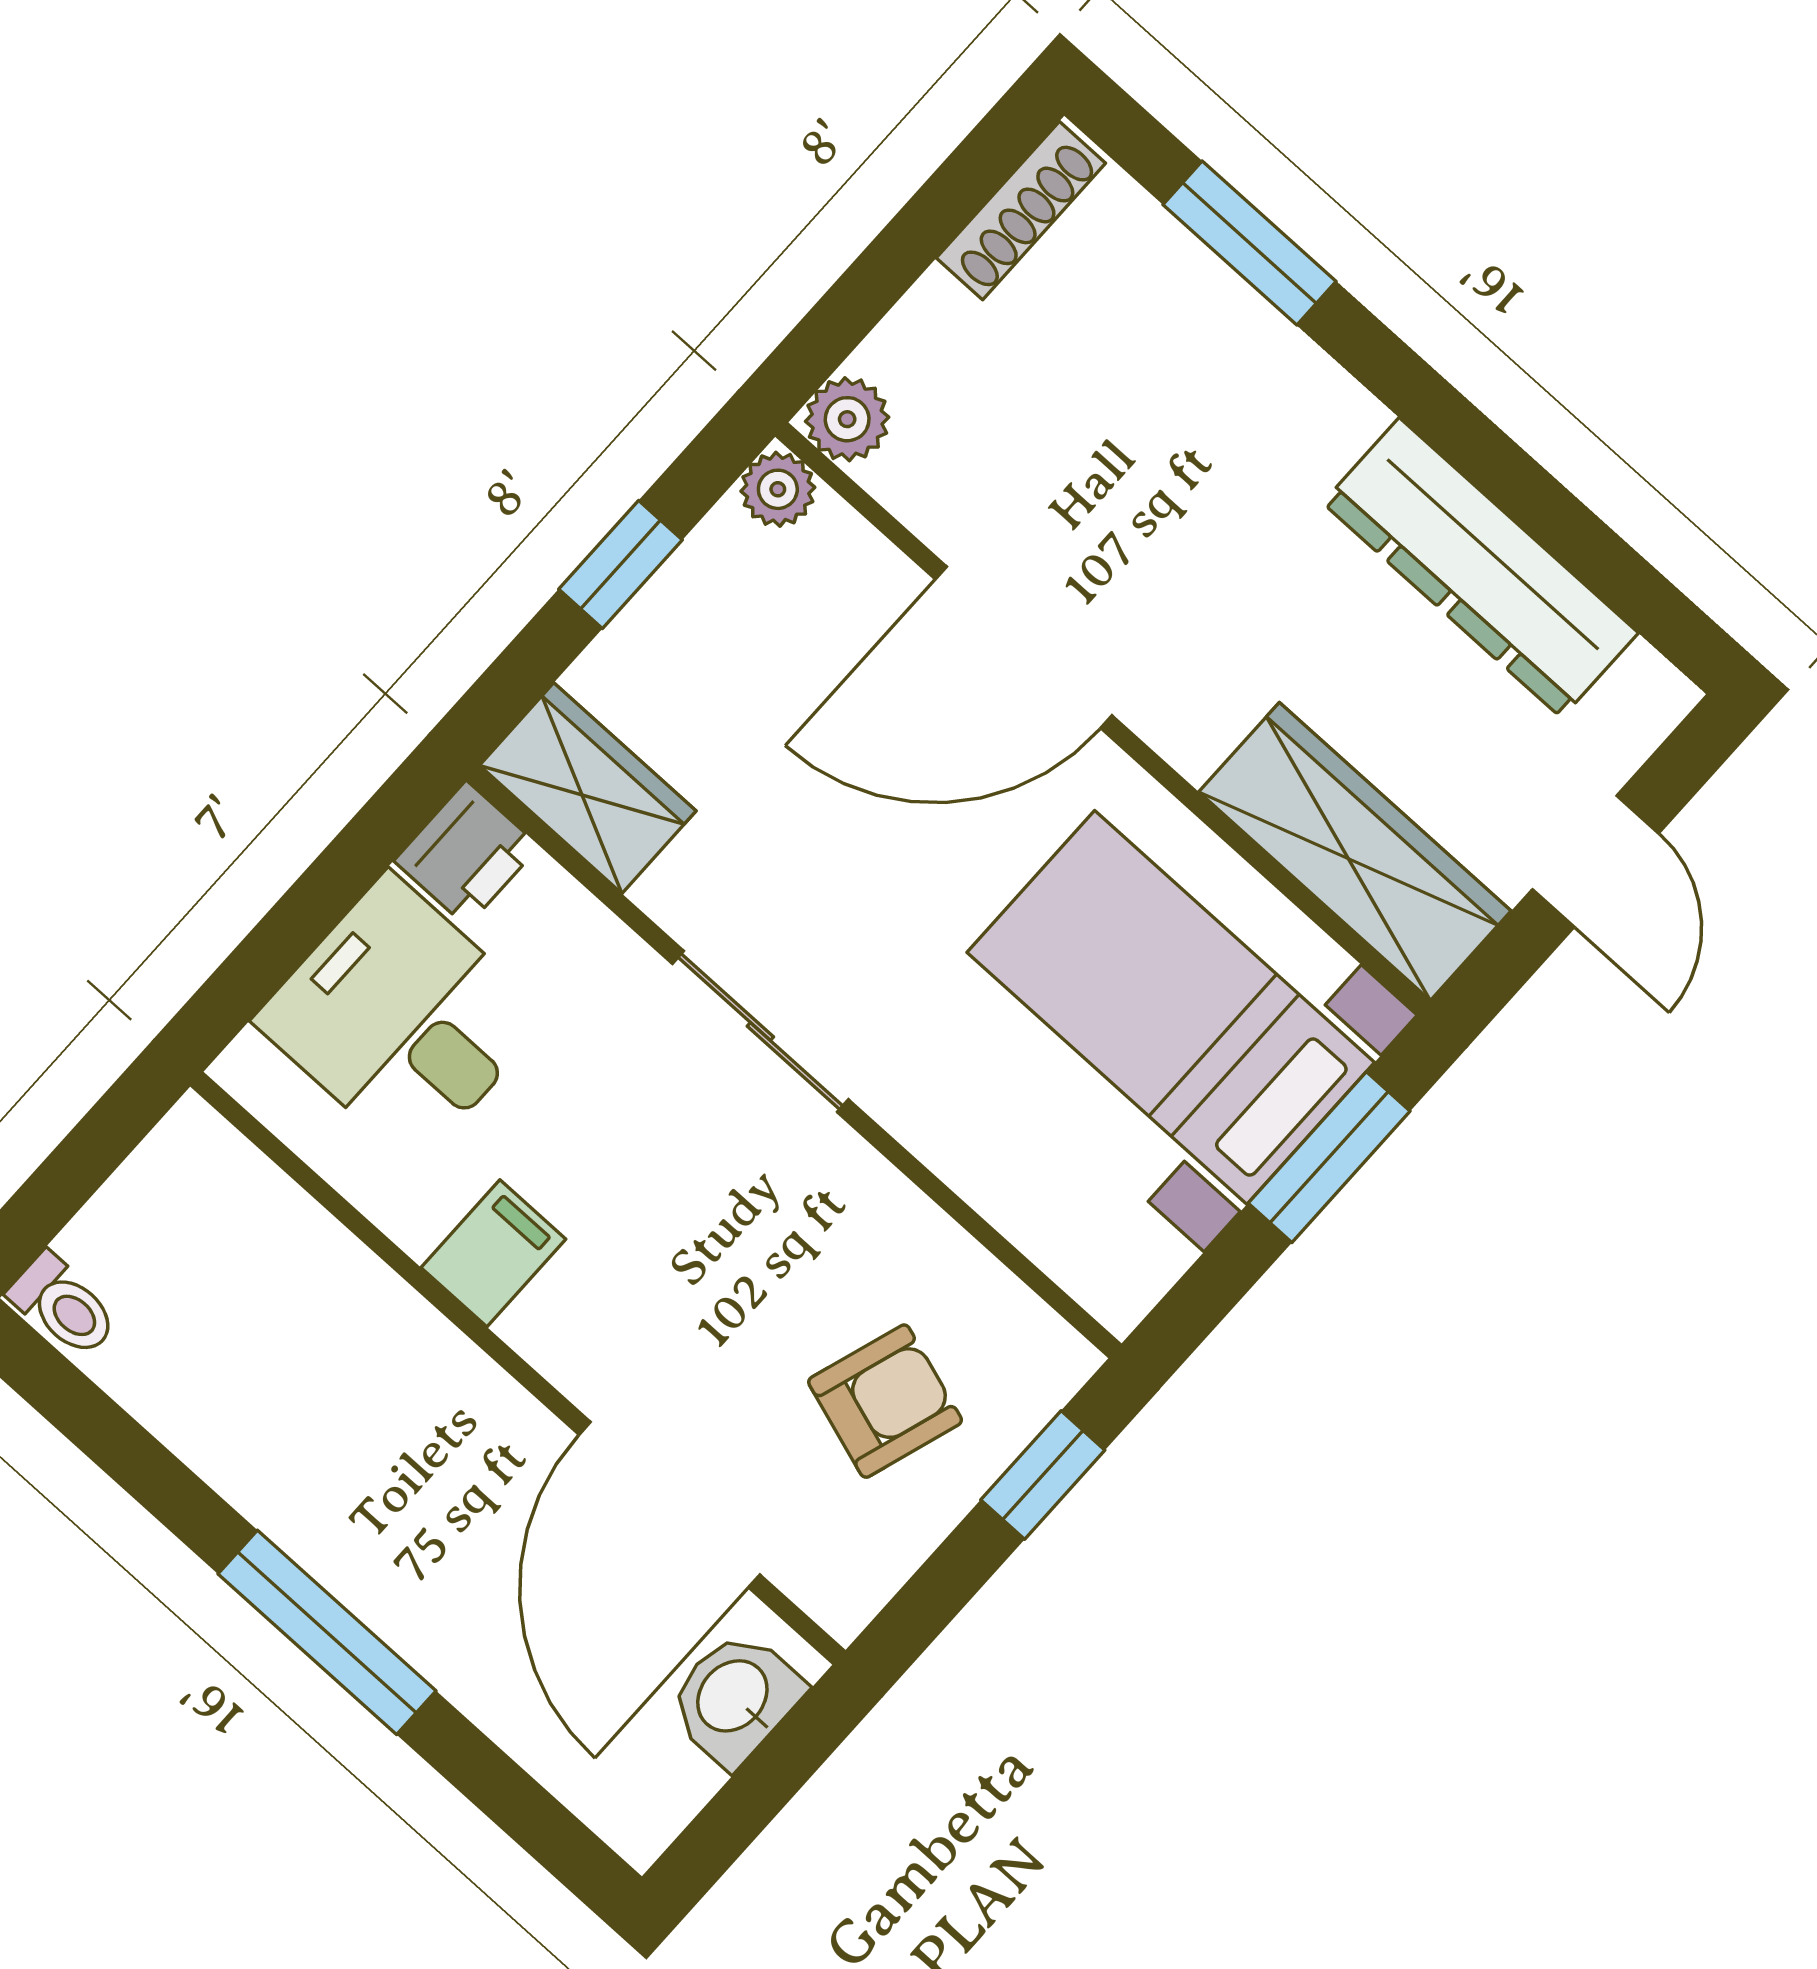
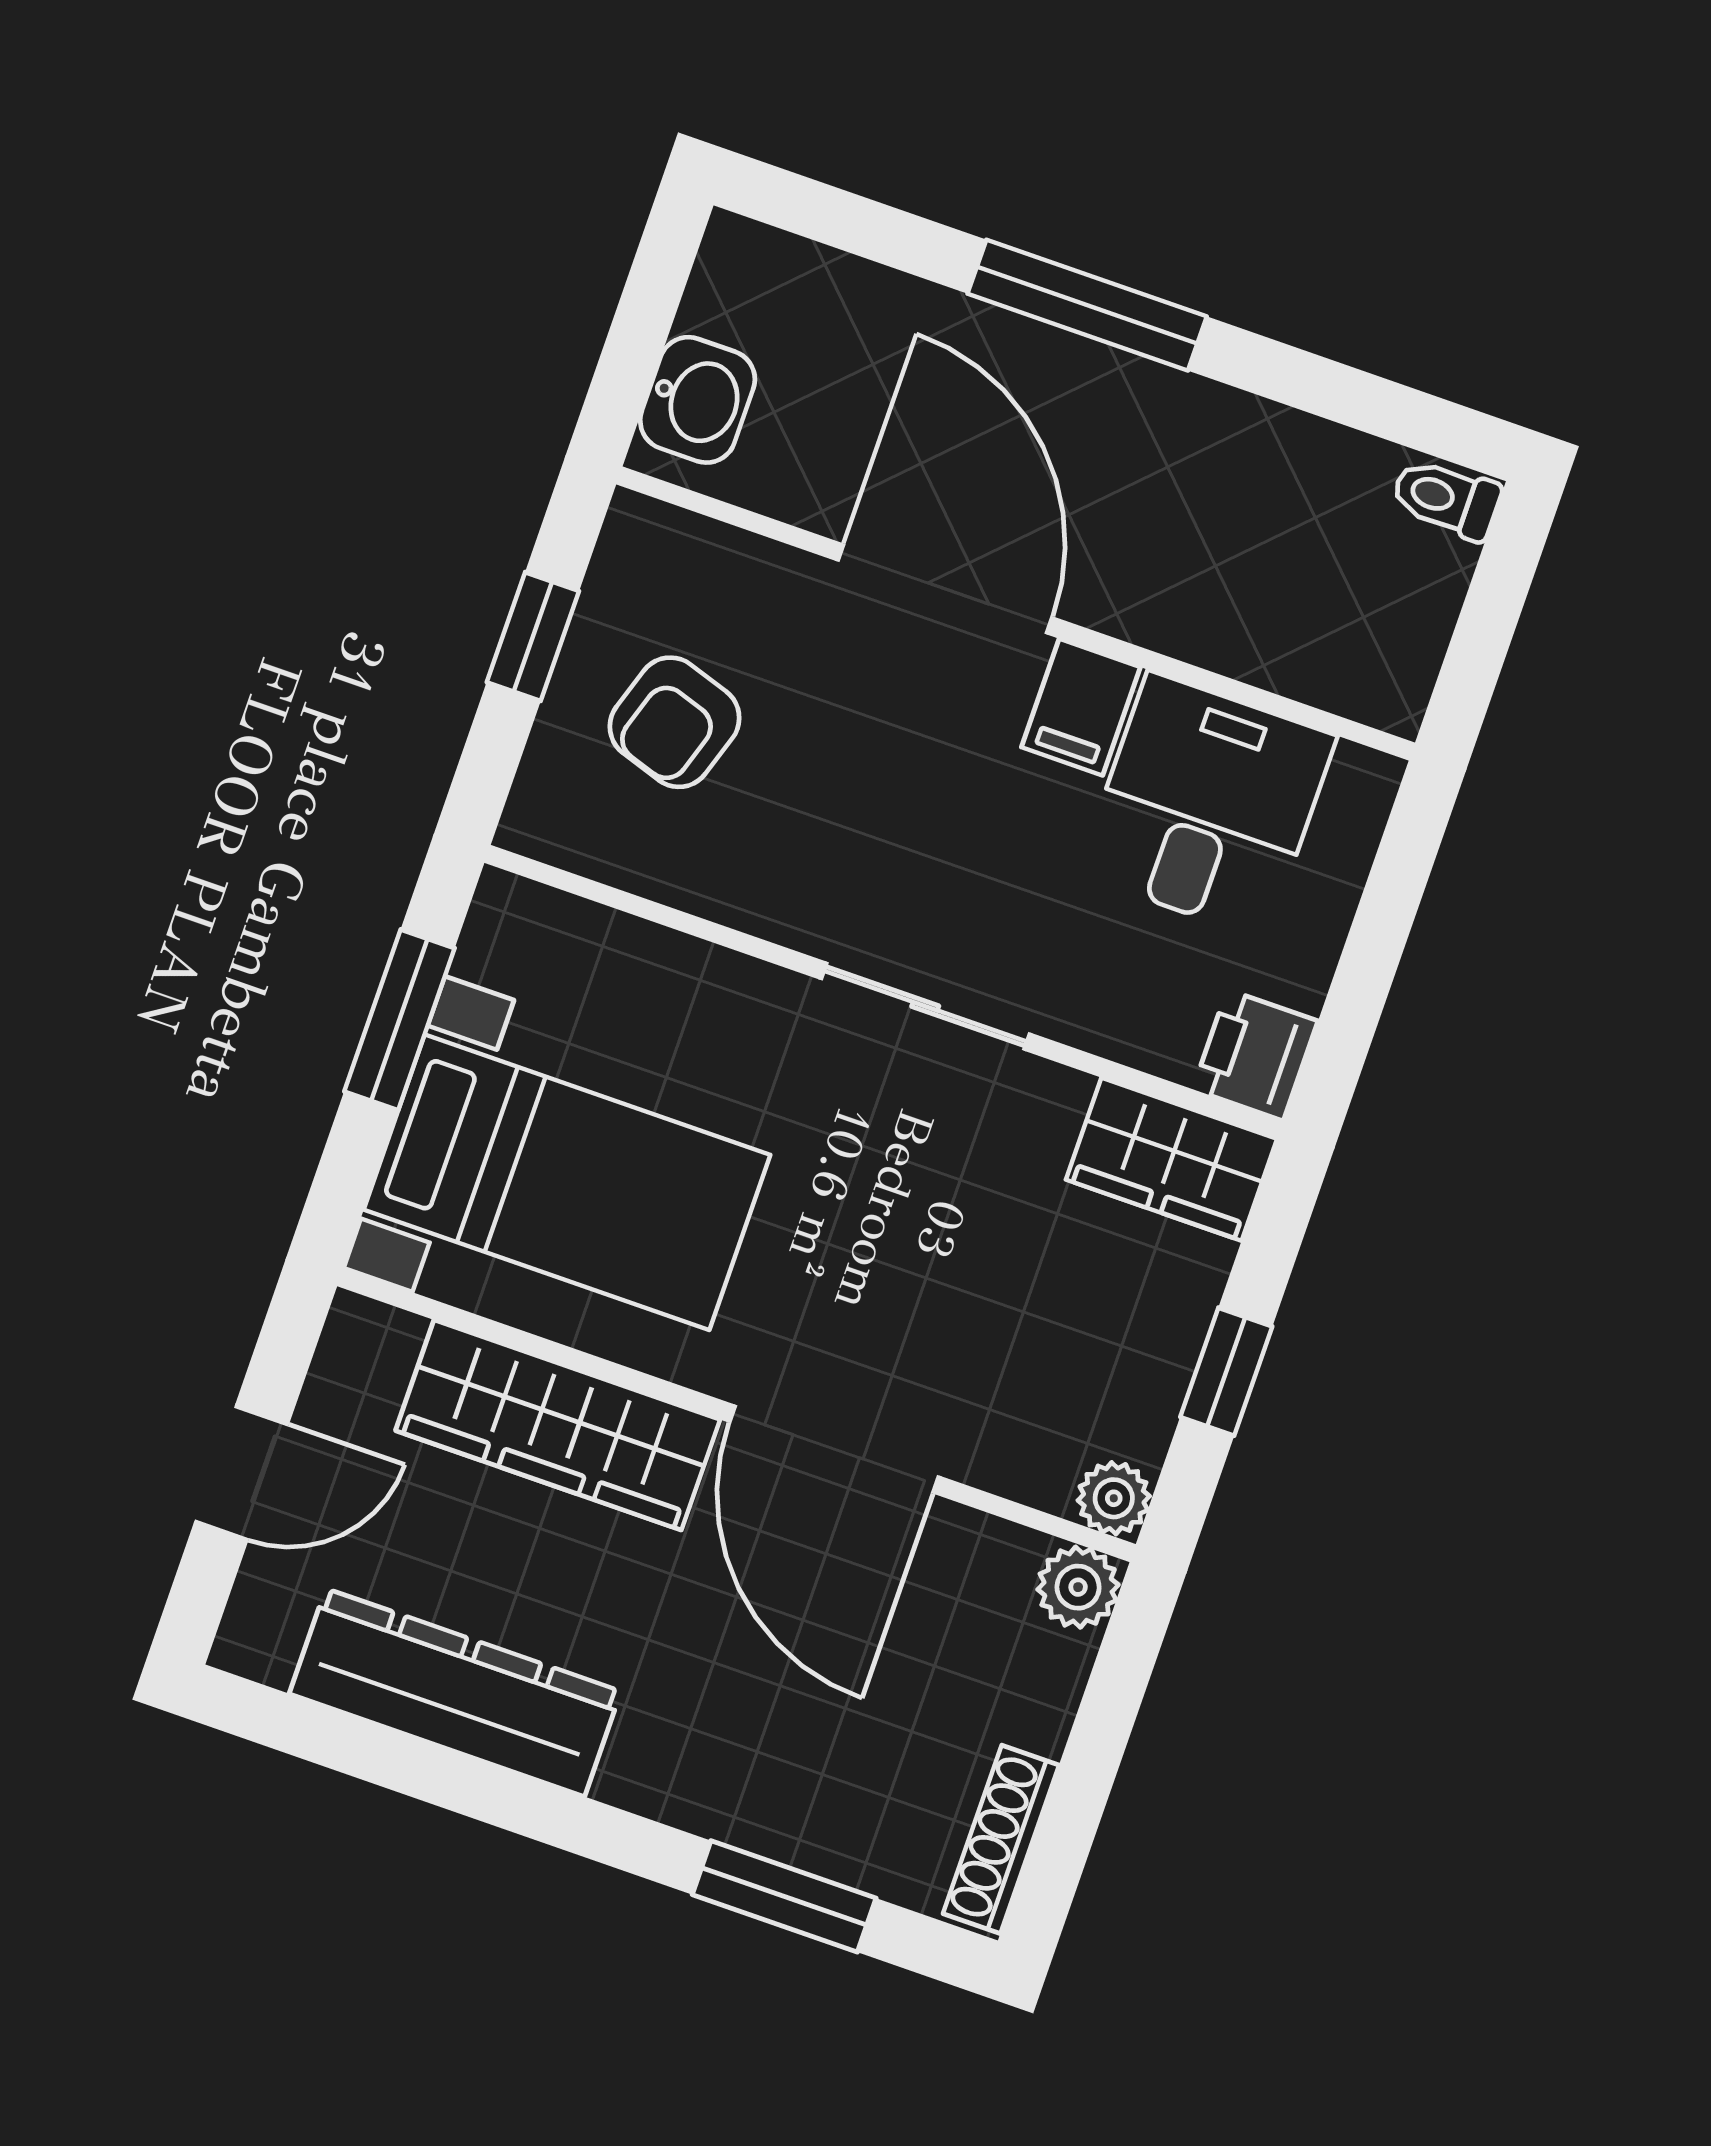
door: (1024, 647) -> (834, 1449), swing flipped
wardrobe: (1355, 851) -> (558, 1425), moved
door: (1595, 861) -> (242, 1473), swing flipped
desk: (402, 1019) -> (1207, 805), moved, turned -90
window: (1329, 1157) -> (399, 1020), moved
window: (1043, 1475) -> (533, 637), moved
door: (669, 1505) -> (945, 589), moved

